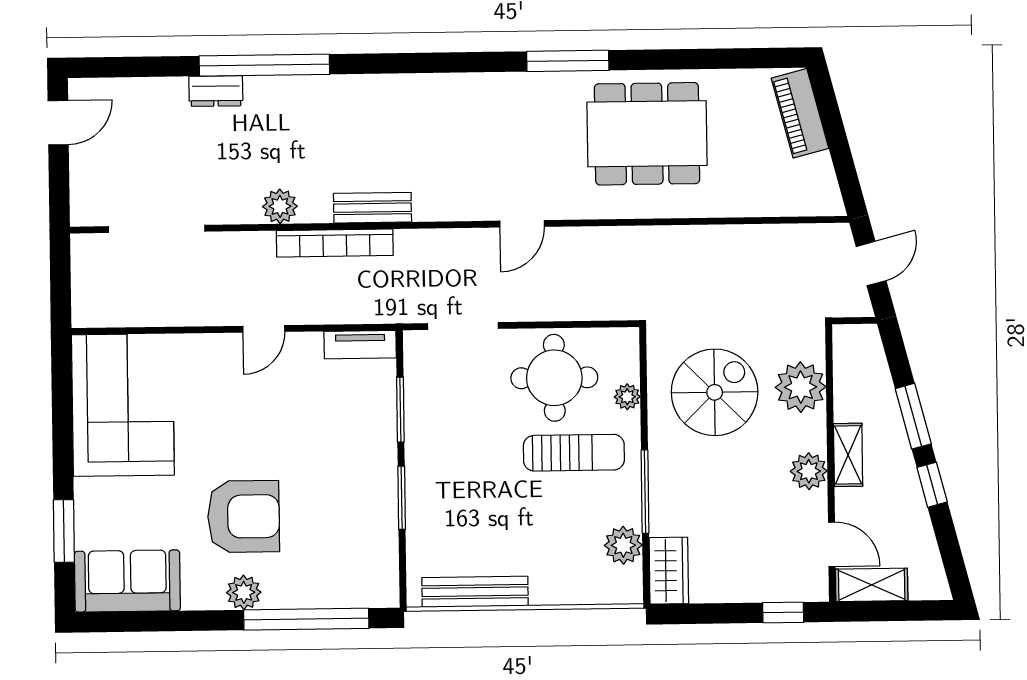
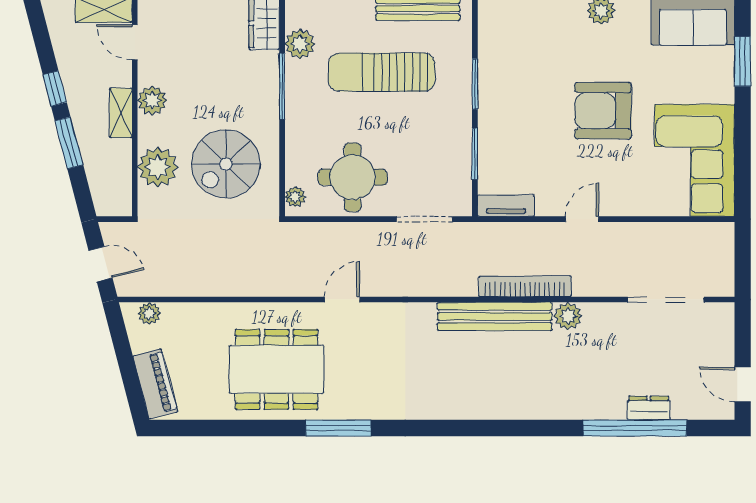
window: (264, 65) -> (635, 428), moved
dresser: (216, 91) -> (649, 408), moved
door: (58, 123) -> (743, 385), hinge flipped
plant: (809, 202) -> (149, 313), added
bench: (372, 208) -> (495, 316), width x1.86, depth x1.21
door: (522, 224) -> (342, 299), moved
door: (871, 264) -> (101, 264), swing flipped
plant: (627, 397) -> (295, 197), moved
sun lounger: (574, 453) -> (382, 72), moved, width x1.36, depth x1.34
armchair: (244, 516) -> (603, 111), moved

